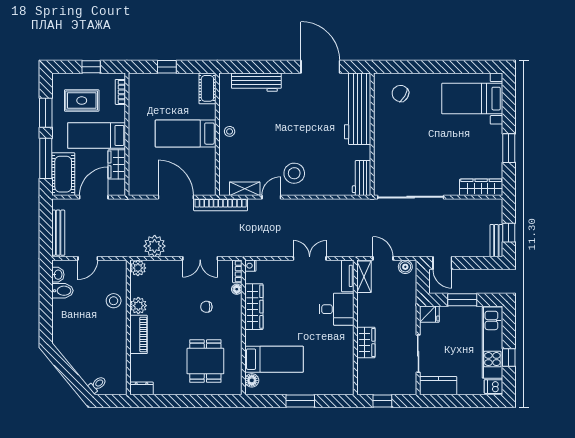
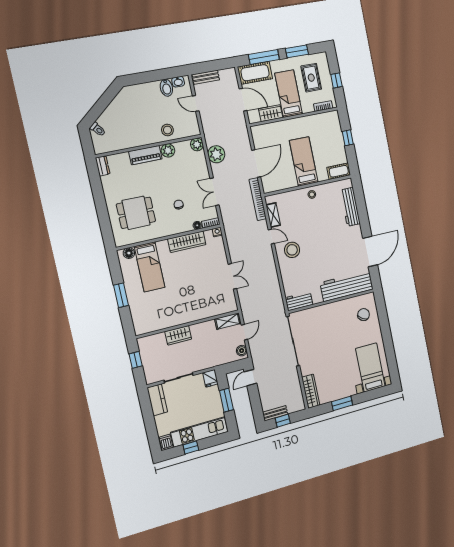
bench: (58, 233) -> (206, 77), width x0.73
tv unit: (348, 276) -> (226, 309), removed
desk: (336, 309) -> (199, 306), removed

